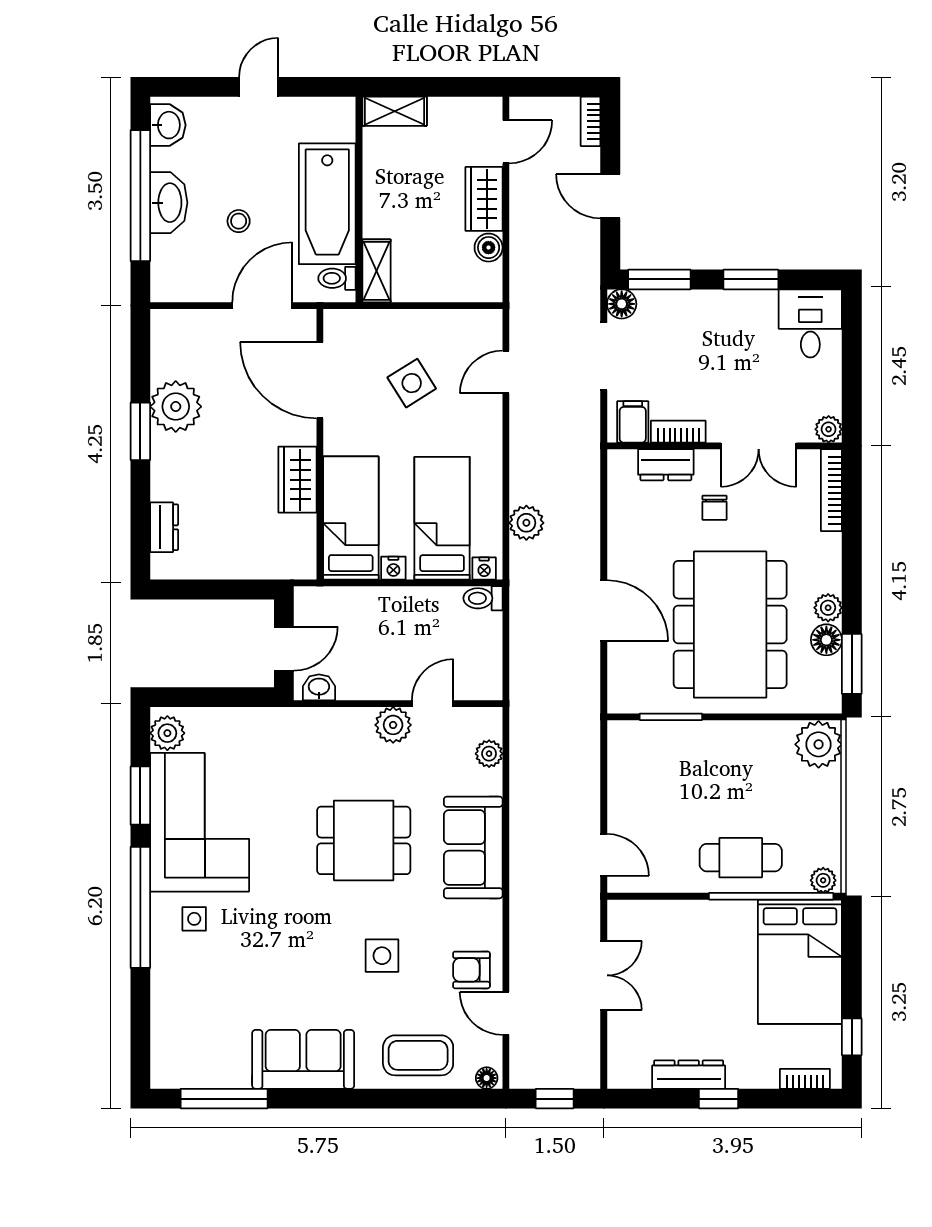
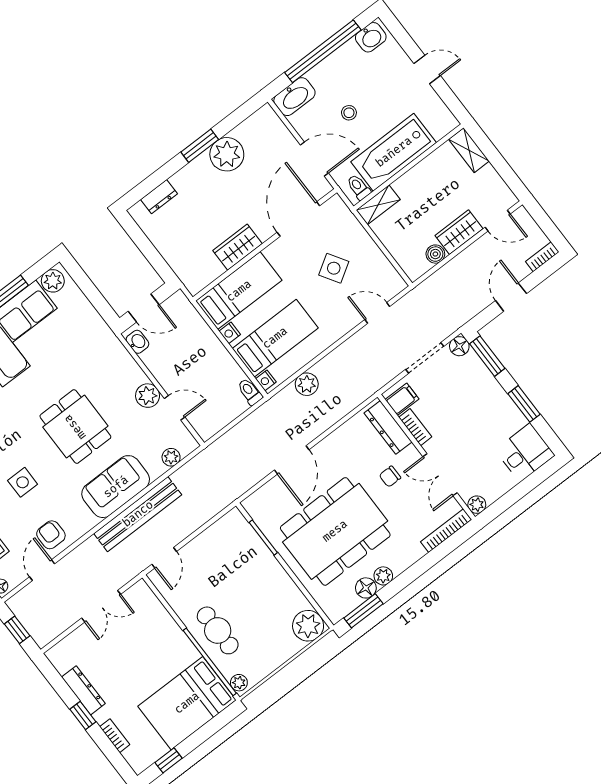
washbasin: (169, 203) -> (294, 97), moved
dresser: (666, 465) -> (388, 427), width x1.44
bench: (527, 846) -> (138, 514), added
bookcase: (805, 1079) -> (115, 736), moved

